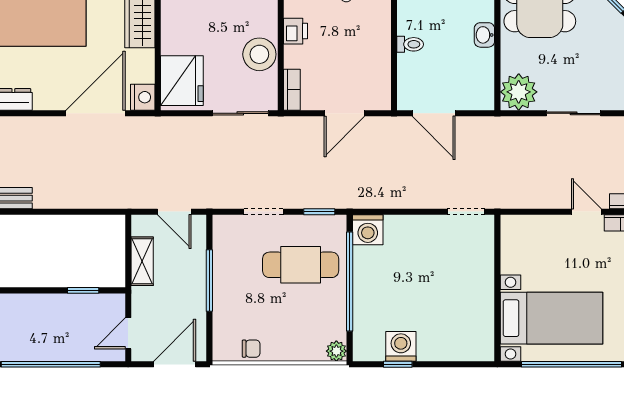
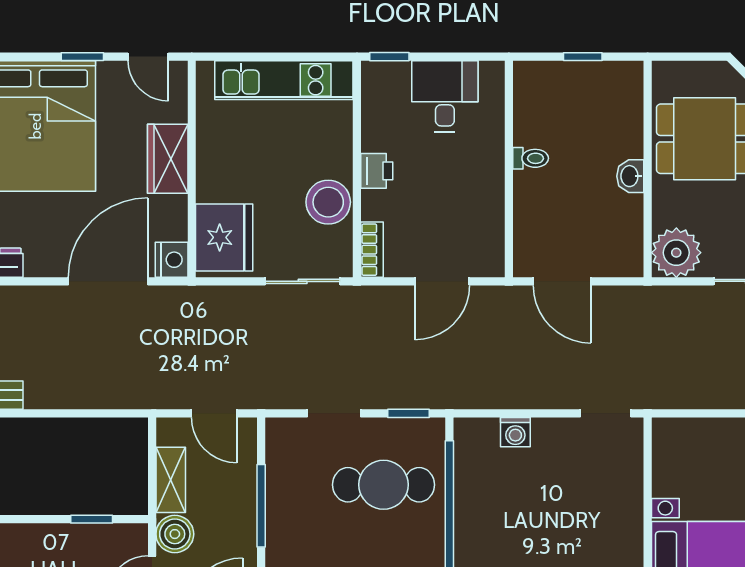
toilet: (410, 44) -> (531, 158), moved
washing machine: (368, 230) -> (515, 432), moved, width x0.73, depth x0.73
boiler: (145, 302) -> (175, 534), added

